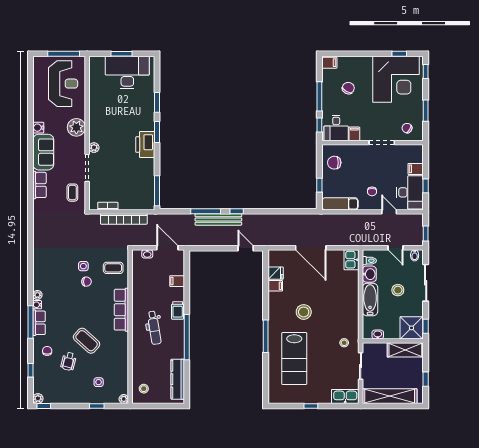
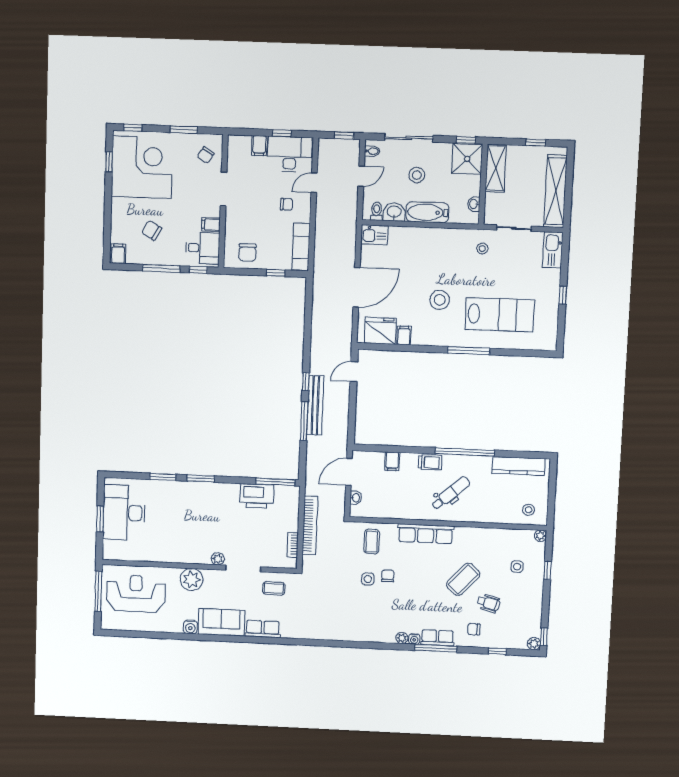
printer: (145, 145) -> (257, 496), moved
fridge: (276, 273) -> (380, 331), width x1.88, depth x1.34
dental chair: (154, 328) -> (451, 493), turned -33

